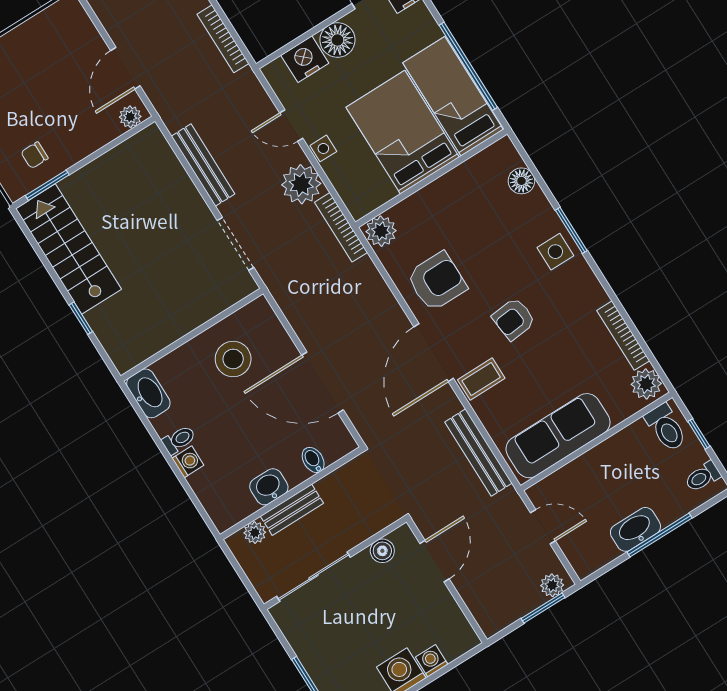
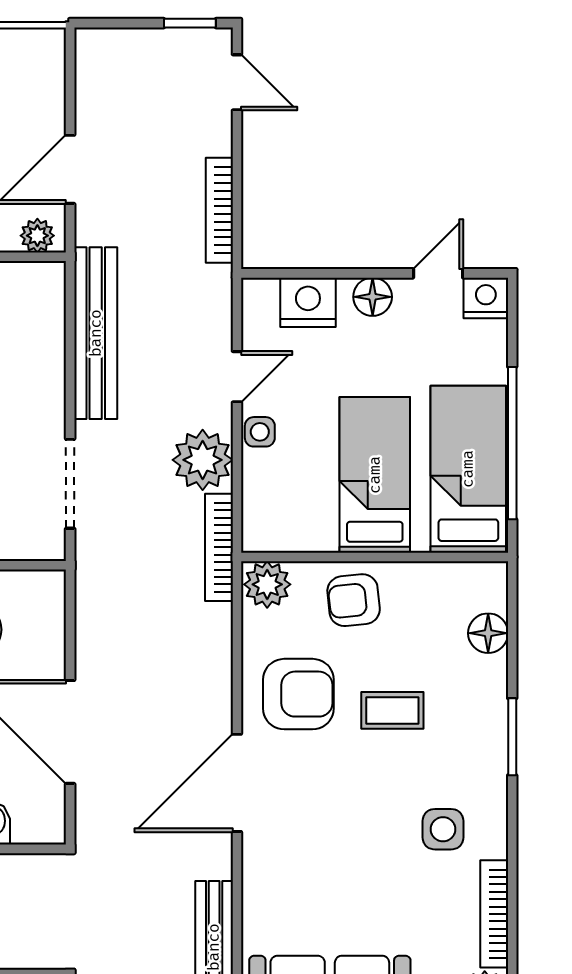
floor lamp: (337, 40) -> (373, 297), width x0.73, depth x0.73
door: (291, 126) -> (237, 377), swing flipped
bed: (403, 132) -> (375, 475), width x0.67
bench: (203, 165) -> (96, 333), width x1.37, depth x1.21
side table: (555, 252) -> (443, 829), moved
armchair: (514, 319) -> (354, 600), moved
coffee table: (481, 379) -> (392, 710), moved

